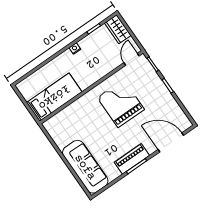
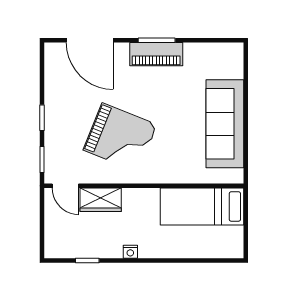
wardrobe: (118, 29) -> (101, 200), moved, turned 90
door: (132, 59) -> (65, 186), hinge flipped
grand piano: (121, 103) -> (120, 137), turned -68
sofa: (85, 167) -> (225, 124), moved

